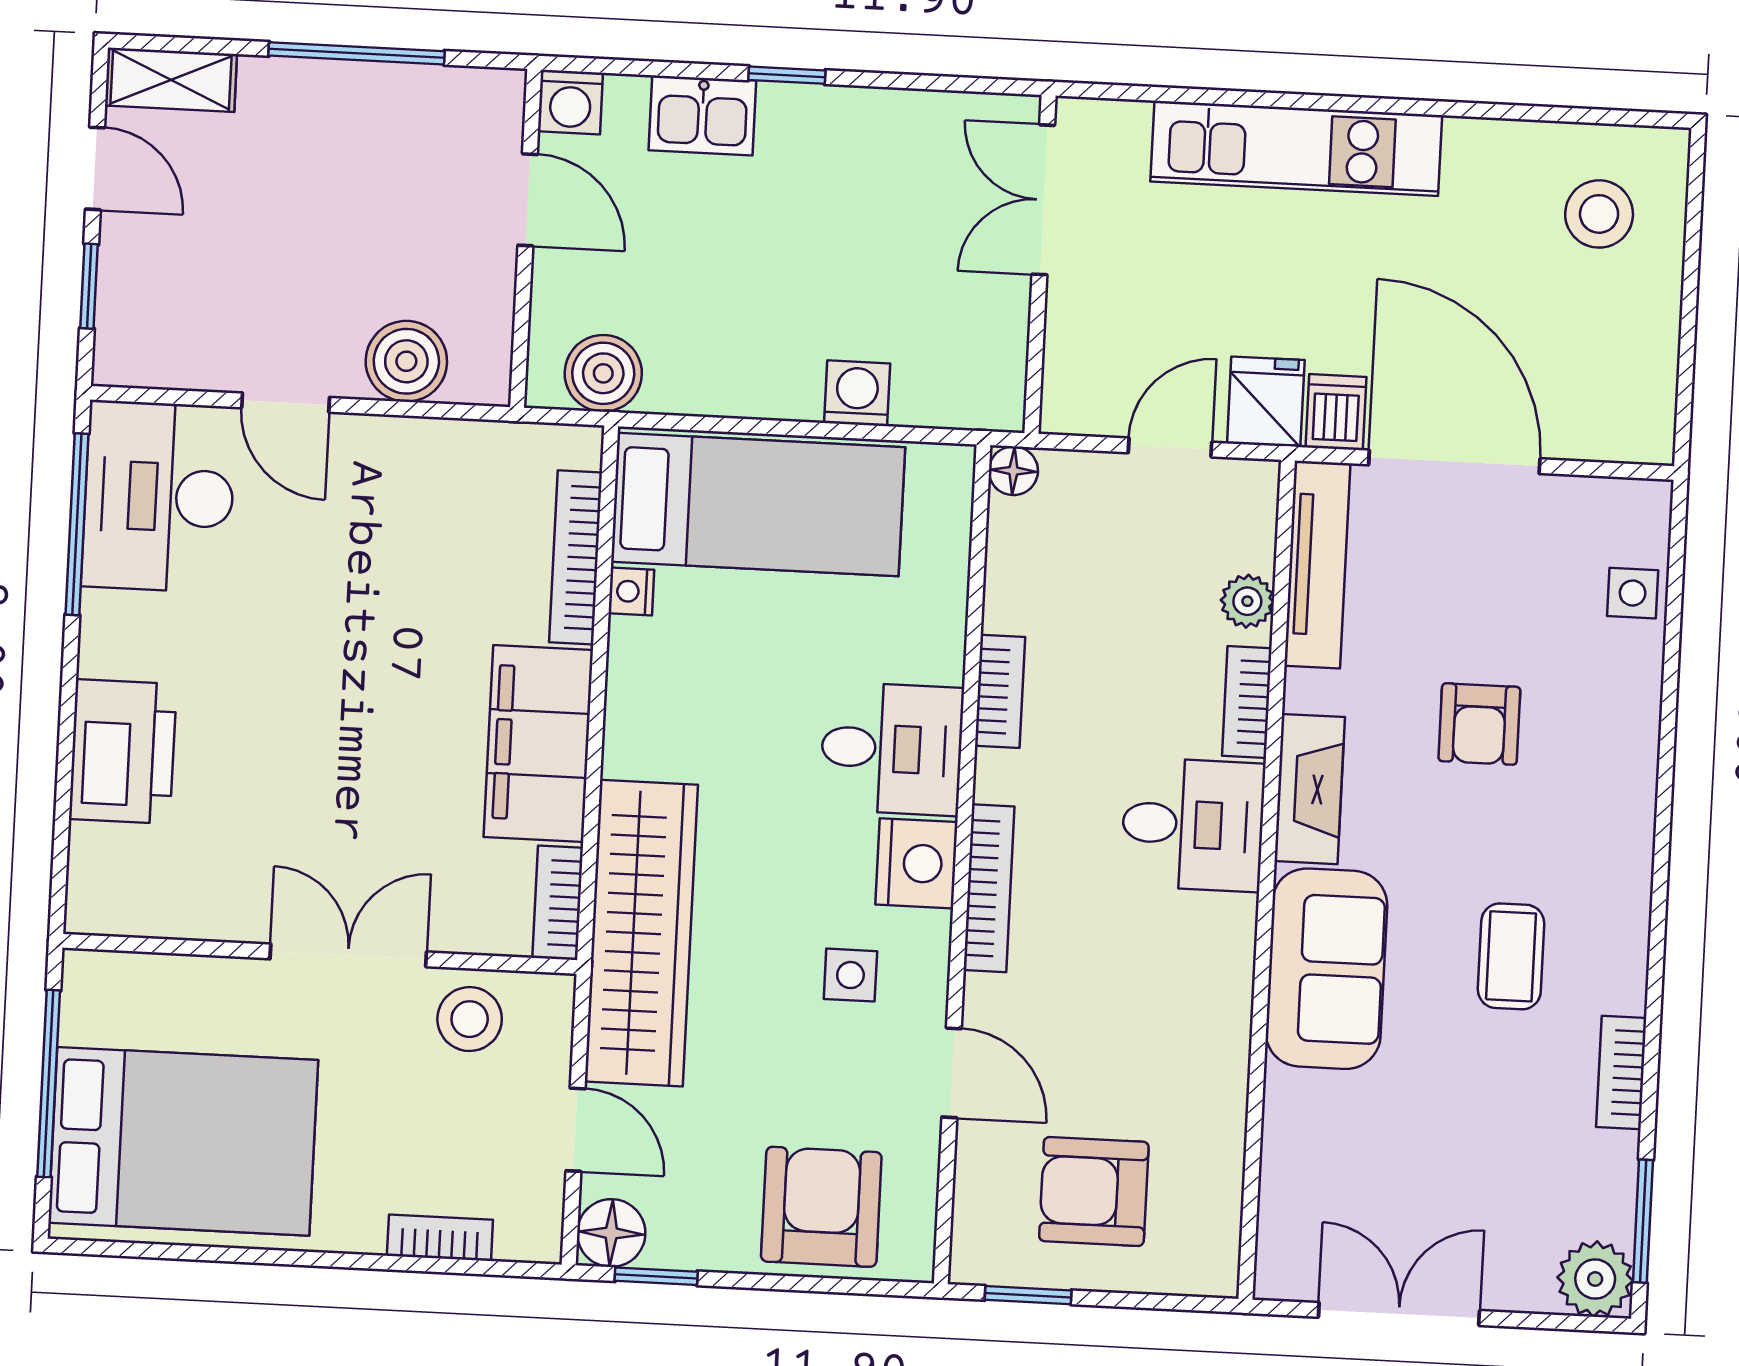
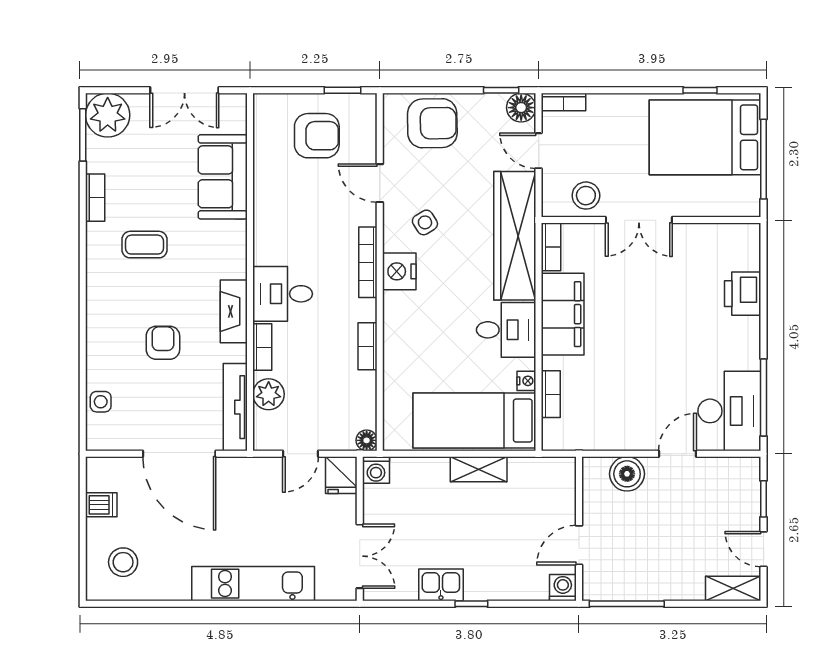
window: (357, 53) -> (627, 604), moved
kitchen sink: (702, 115) -> (441, 585), moved
door: (528, 200) -> (579, 545), hinge flipped
boiler: (603, 373) -> (543, 473), removed
shelving: (754, 390) -> (479, 469), added
washing machine: (857, 393) -> (376, 470), moved
fridge: (1266, 402) -> (341, 475), moved
door: (286, 403) -> (677, 454), hinge flipped
dishwasher: (1336, 412) -> (101, 505), moved, turned -90
bookcase: (576, 557) -> (551, 394), width x0.64
plant: (1247, 601) -> (269, 394), width x1.38, depth x1.38
desk: (892, 749) -> (506, 330), moved, turned 180
printer: (123, 752) -> (743, 294), width x0.73, depth x0.84
coffee table: (1511, 956) -> (145, 245), turned 90
sofa: (1326, 969) -> (223, 177), moved
side table: (850, 975) -> (425, 222), turned -32
armchair: (821, 1207) -> (432, 123), turned -91
bookcase: (440, 1238) -> (564, 102), moved
window: (190, 1253) -> (700, 90), added
plant: (1595, 1279) -> (108, 115), width x1.36, depth x1.36

